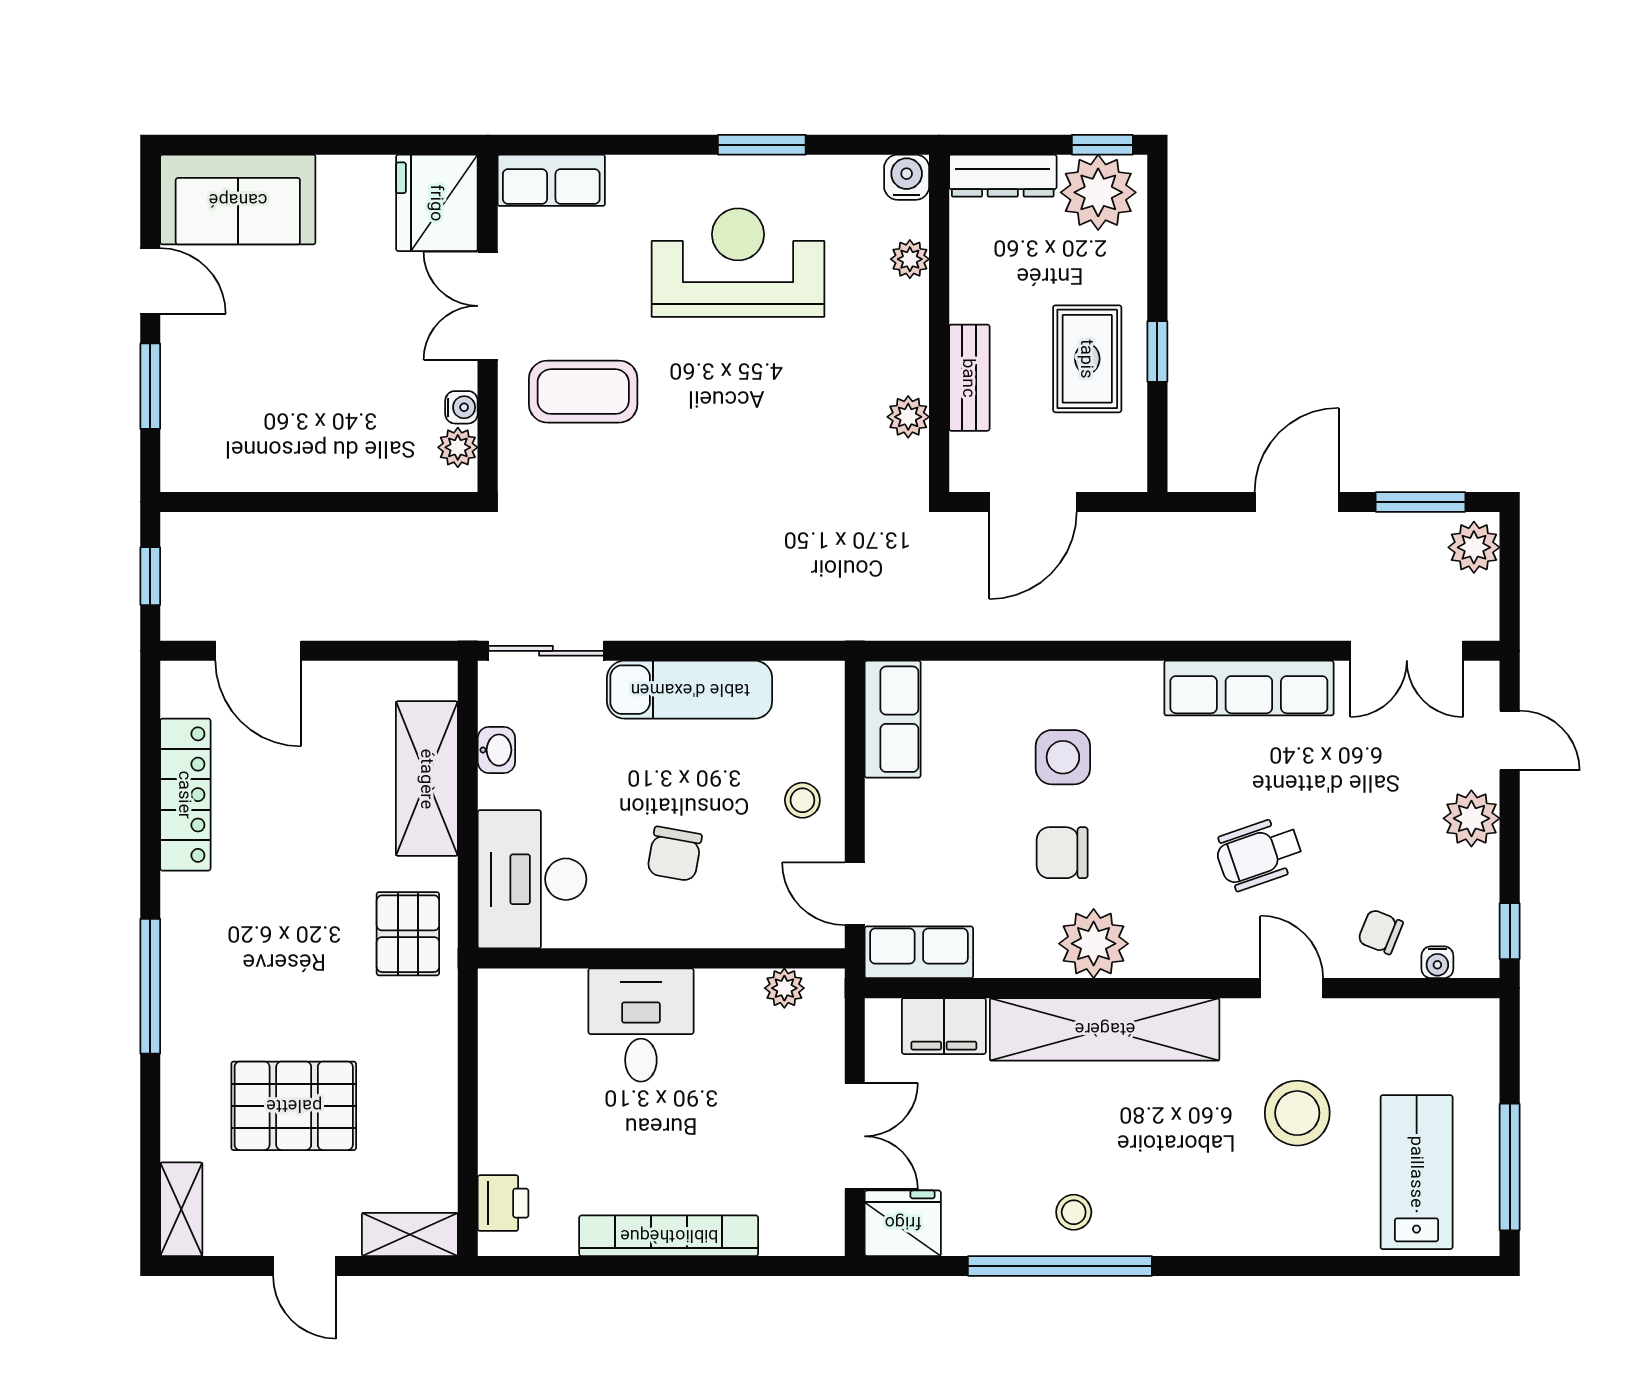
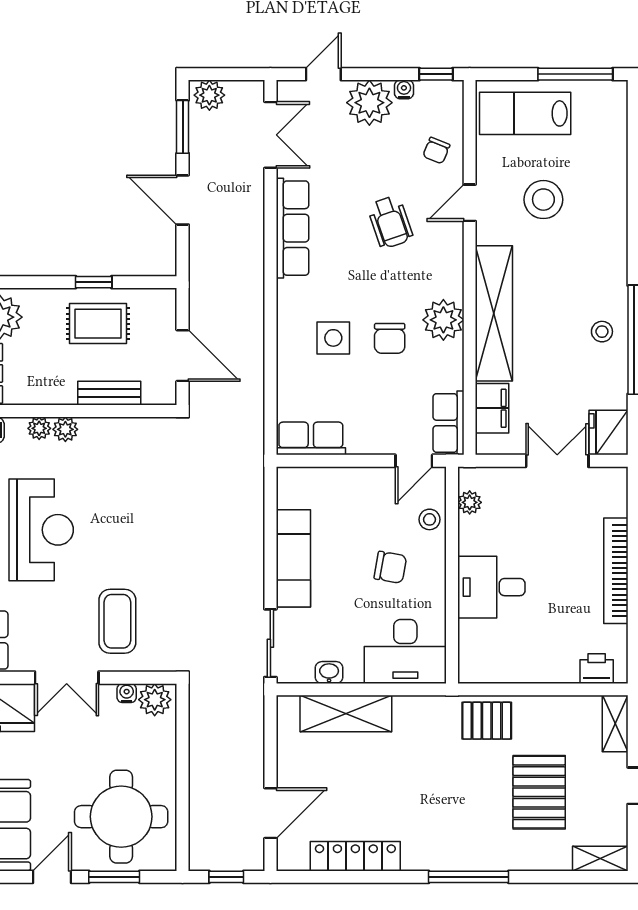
reception desk: (738, 263) -> (41, 530), turned 180
round table: (252, 398) -> (121, 817), added
plant: (908, 417) -> (65, 429), moved
plant: (458, 447) -> (155, 700), width x1.38, depth x1.38
stool: (802, 800) -> (429, 519), moved
plant: (1471, 818) -> (369, 103), width x1.36, depth x1.36
pallet: (408, 934) -> (487, 721), moved
water cooler: (1437, 962) -> (404, 89), moved, turned -90
lab bench: (1417, 1172) -> (525, 113), moved

